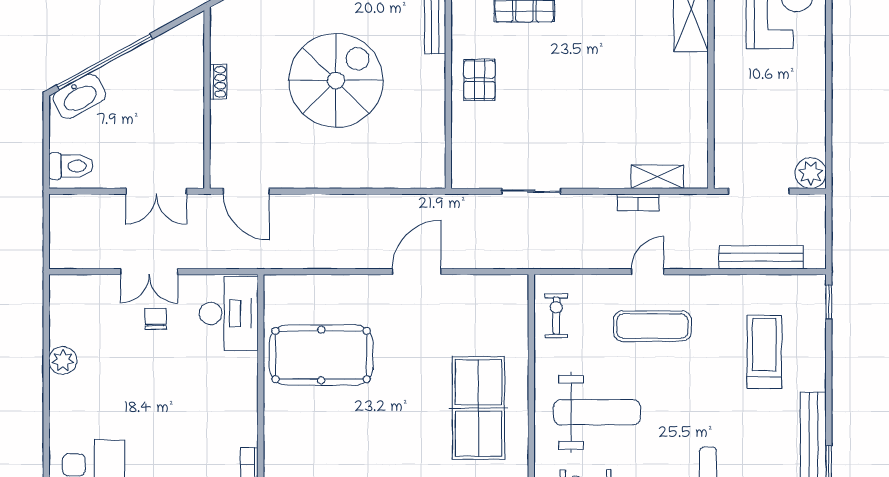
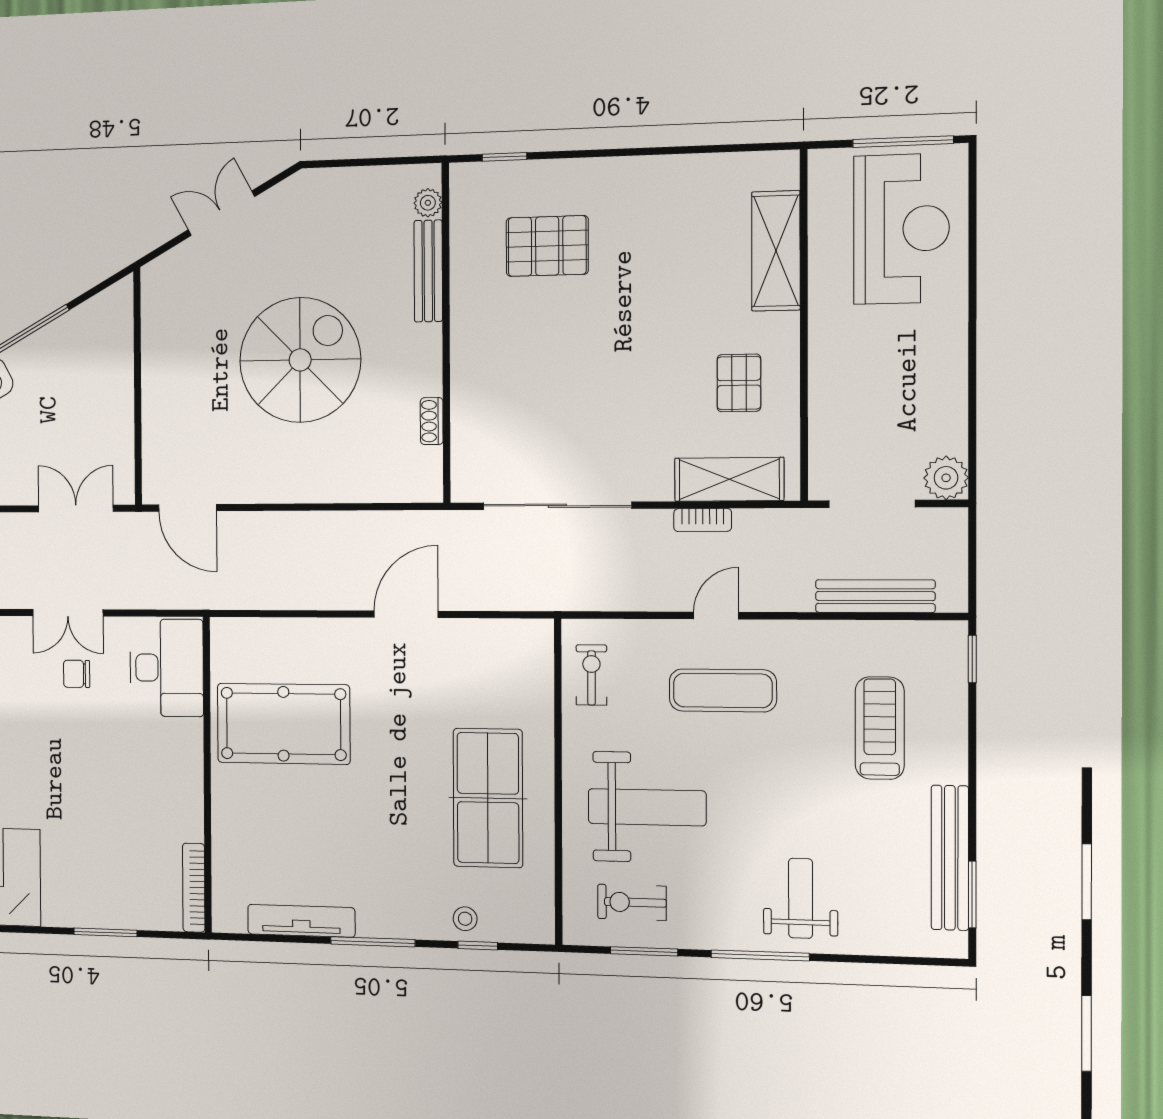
pallet: (479, 80) -> (739, 383), moved
shoe rack: (218, 82) -> (432, 421), moved, turned 180
shelving: (657, 177) -> (729, 479), width x1.50, depth x1.33
double door: (156, 191) -> (76, 509), swing flipped
sliding door: (531, 191) -> (557, 506), width x1.86
chair: (156, 319) -> (77, 674), turned -89

